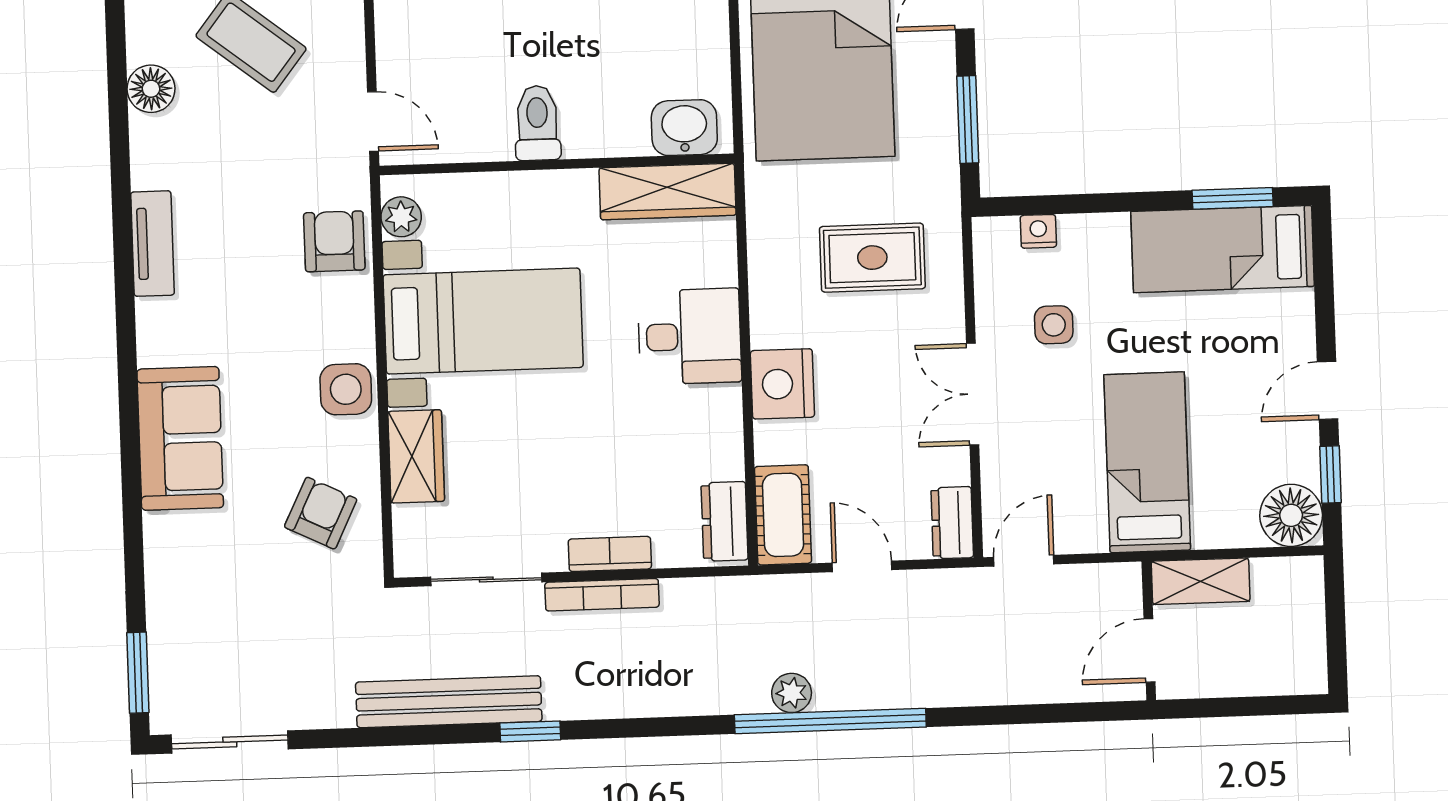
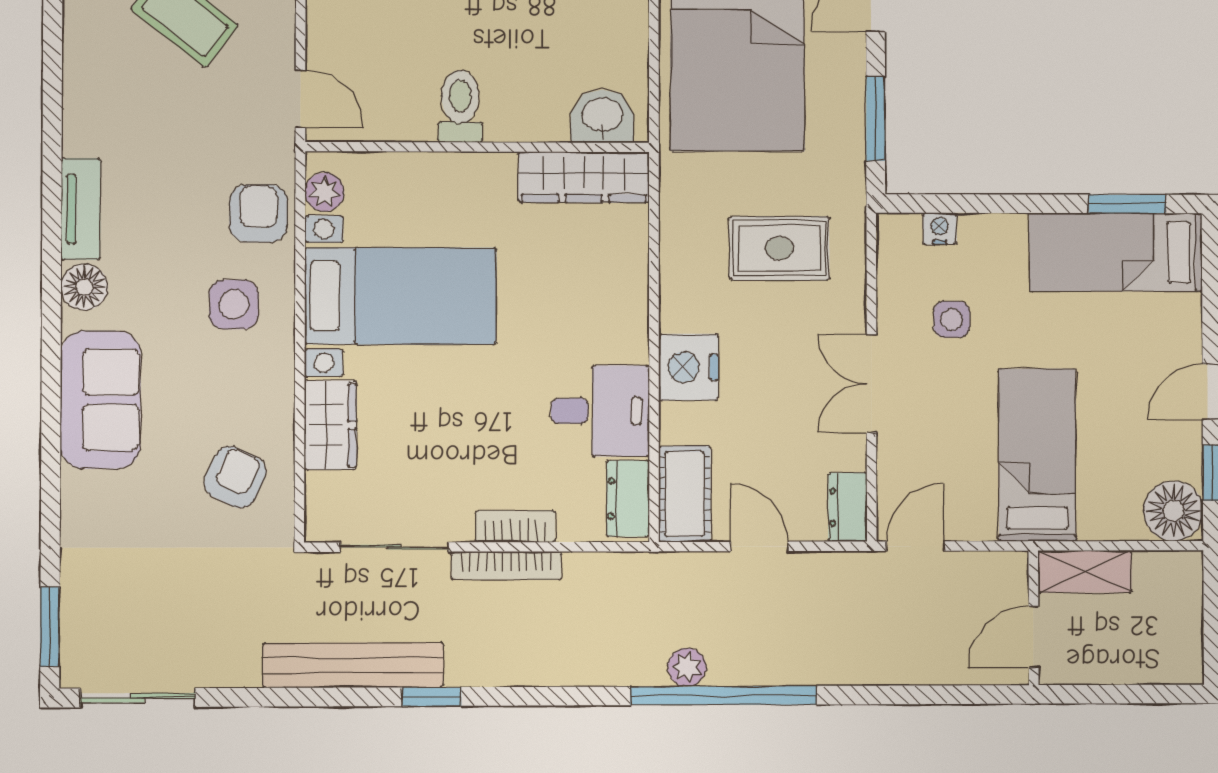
floor lamp: (151, 89) -> (84, 287), moved
desk: (690, 336) -> (600, 411), moved
side table: (346, 389) -> (234, 304), moved

